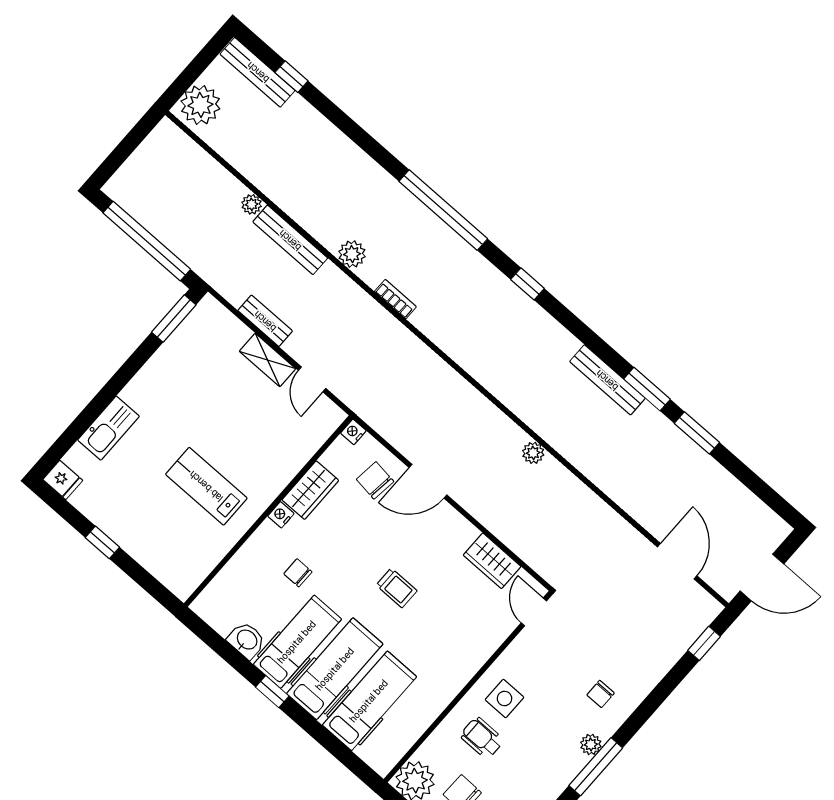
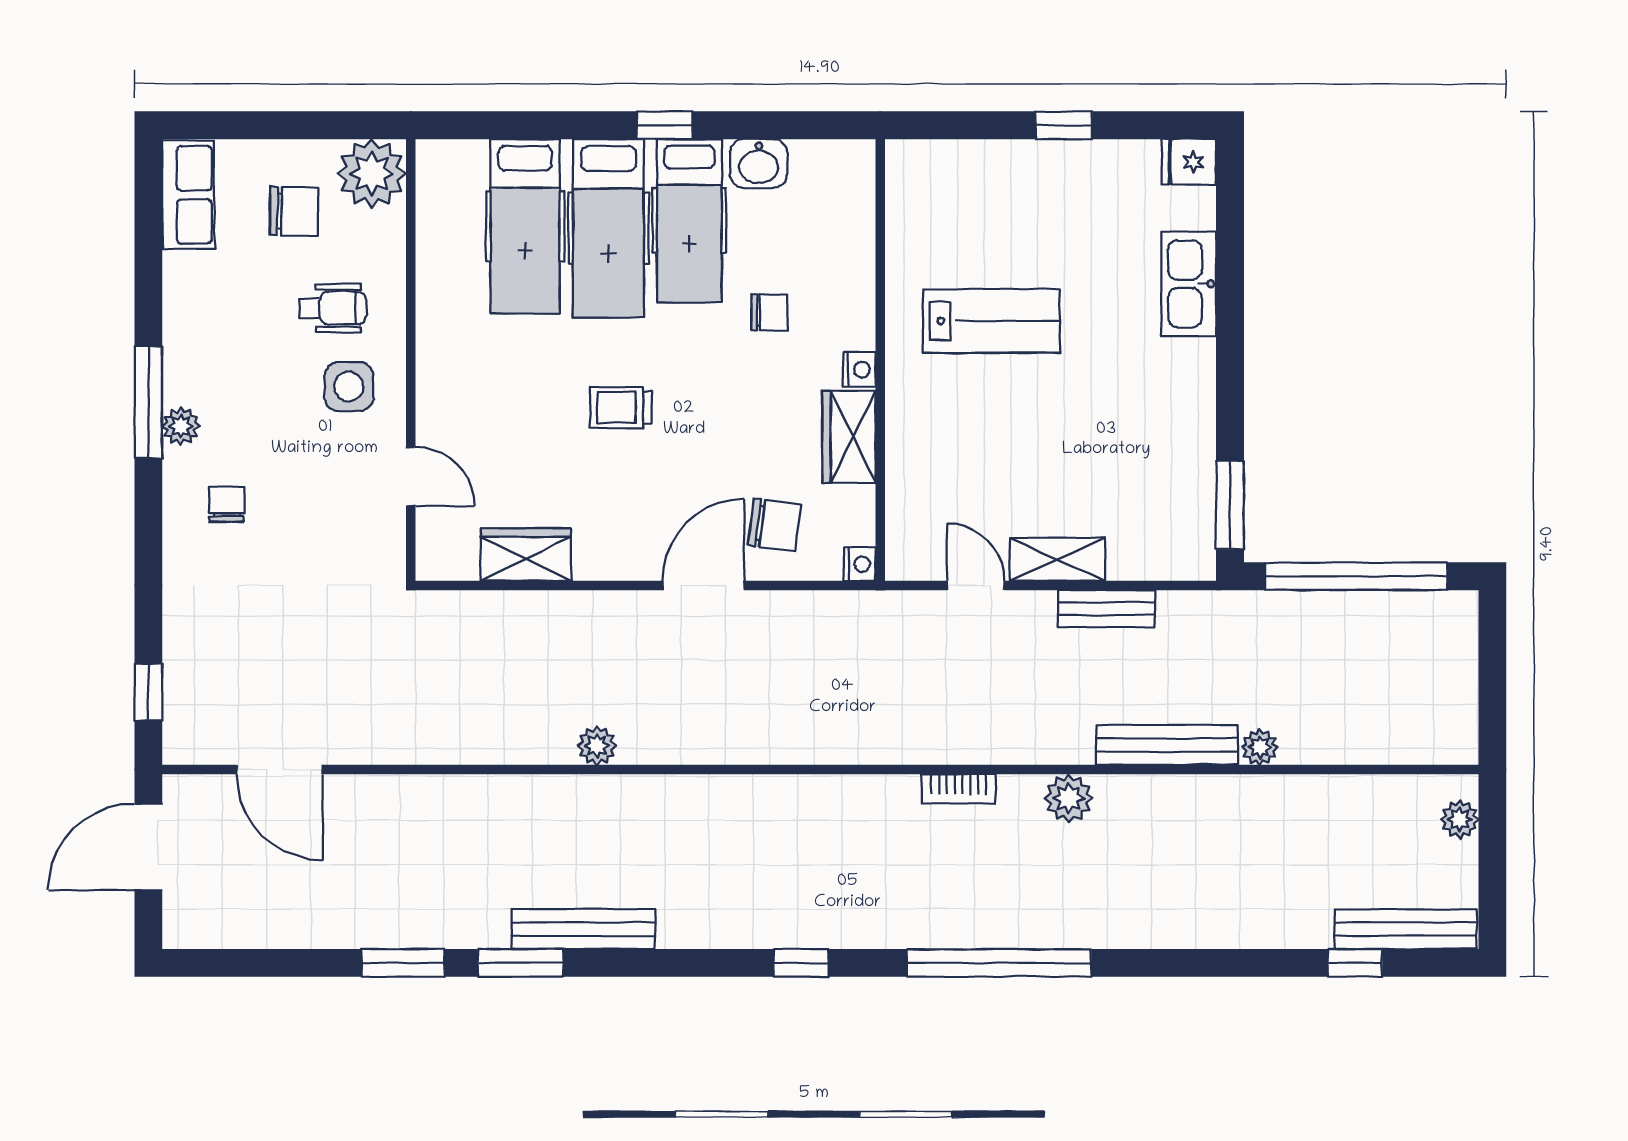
plant: (200, 105) -> (1460, 819), width x0.53, depth x0.53
door: (534, 612) -> (411, 476), moved

